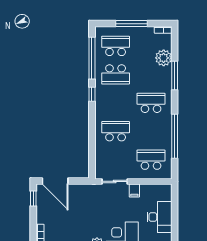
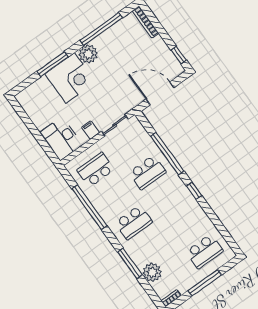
window: (92, 58) -> (167, 154), moved
school desk: (116, 74) -> (185, 225), removed
school desk: (151, 160) -> (96, 170), turned 180
door: (55, 181) -> (160, 93), moved
desk: (159, 217) -> (61, 139), moved

